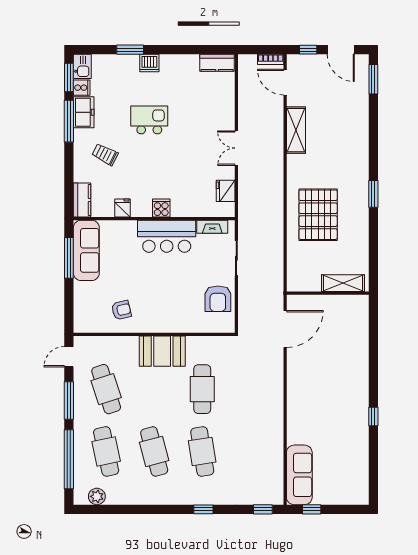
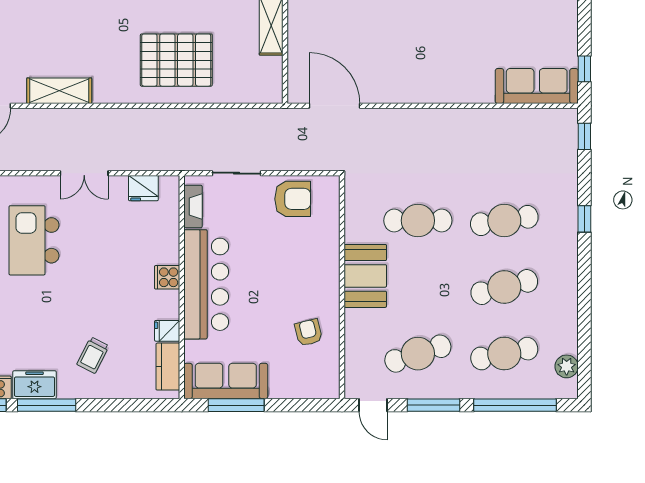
kitchen island: (149, 120) -> (34, 240), moved, width x1.37, depth x1.28
kitchen counter: (82, 200) -> (168, 367), moved, turned -90
bar counter: (167, 236) -> (206, 284), width x1.36

